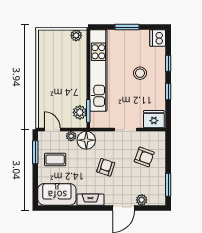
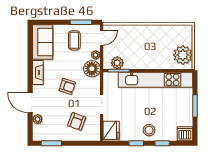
plant: (76, 35) -> (183, 55), width x1.87, depth x1.87
stool: (140, 73) -> (149, 130), moved

